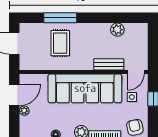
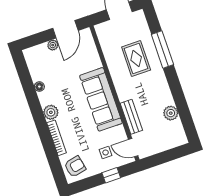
rug: (60, 43) -> (136, 59), turned 90
sofa: (85, 88) -> (101, 99), width x0.74, depth x0.79
door: (14, 95) -> (65, 29), hinge flipped

